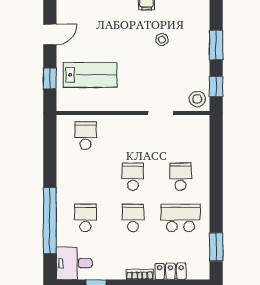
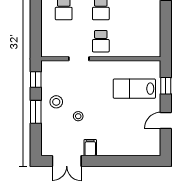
stool: (197, 99) -> (56, 102), moved
school desk: (85, 136) -> (101, 41), moved

